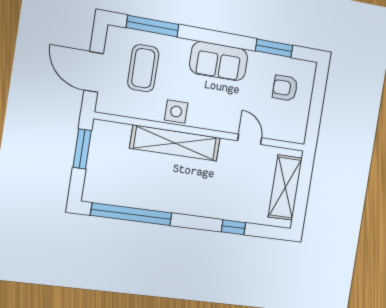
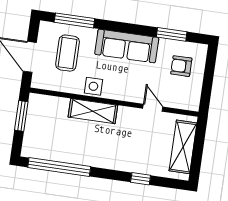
sofa: (219, 61) -> (127, 46), width x1.36
shelving: (175, 143) -> (93, 111), width x0.68

